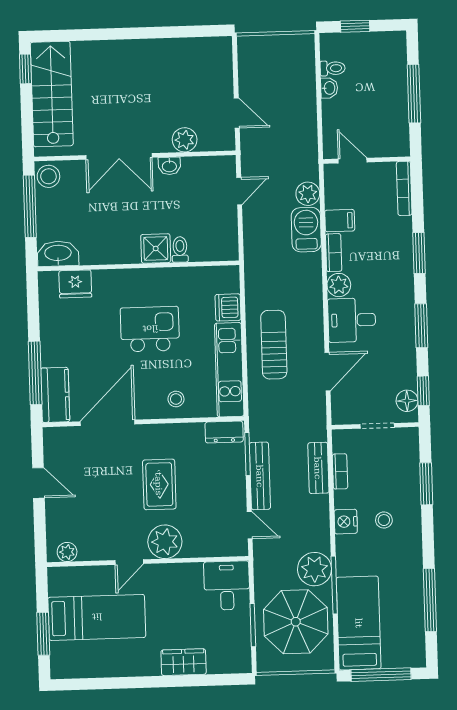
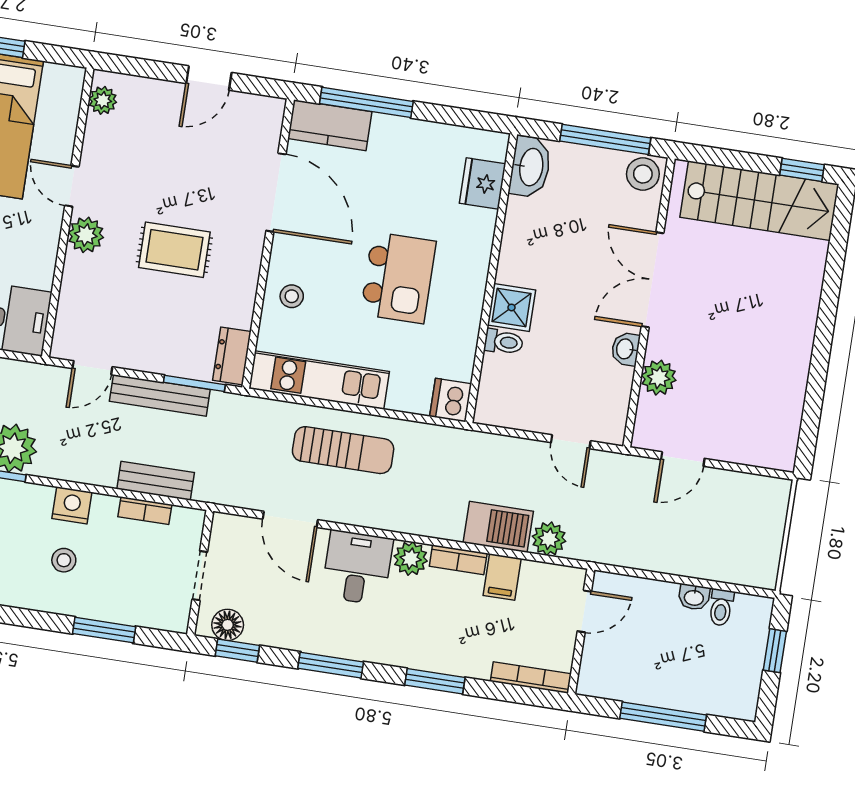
dishwasher: (228, 307) -> (451, 400), moved, turned -90
plant: (165, 542) -> (86, 235), width x0.73, depth x0.73

